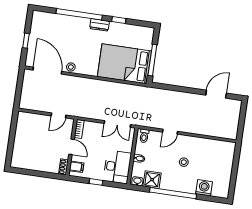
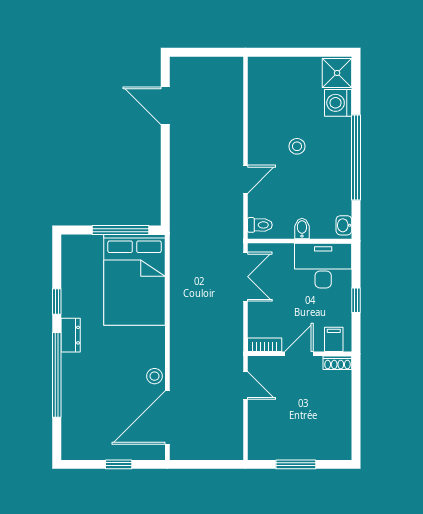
door: (170, 132) -> (245, 179), hinge flipped
window: (12, 136) -> (296, 464), added
shower: (152, 180) -> (337, 73), moved

